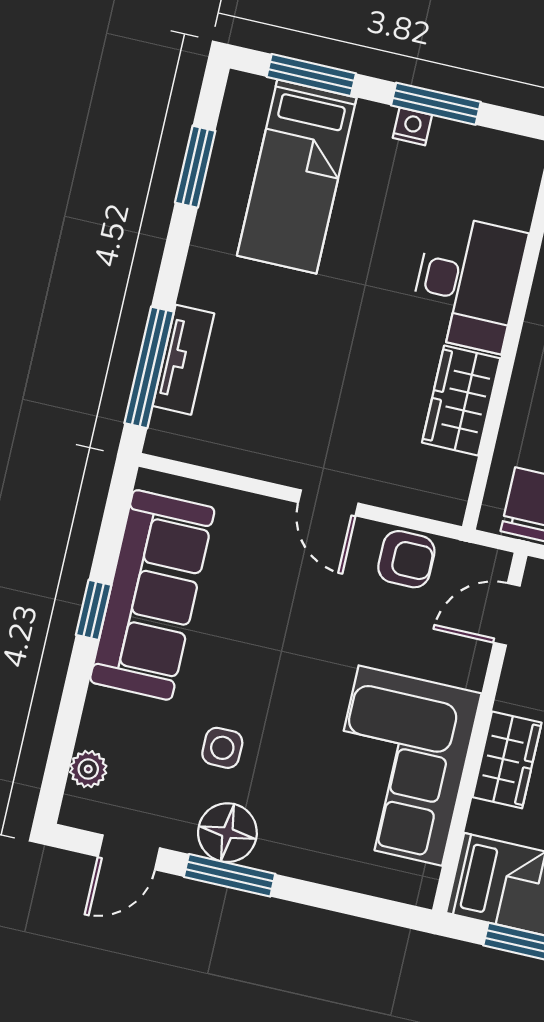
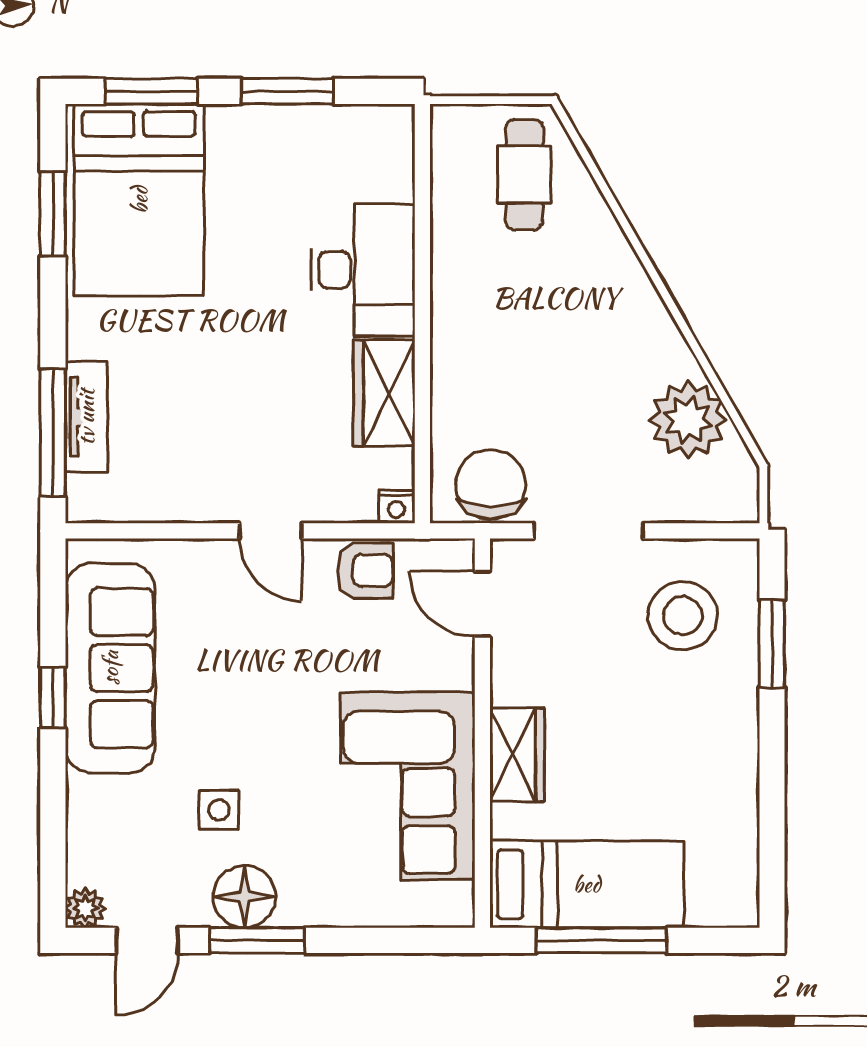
nightstand: (412, 126) -> (396, 507), moved, turned 180
bed: (297, 177) -> (139, 200), width x1.50
door: (507, 614) -> (482, 604), hinge flipped
plant: (88, 769) -> (85, 908), moved

